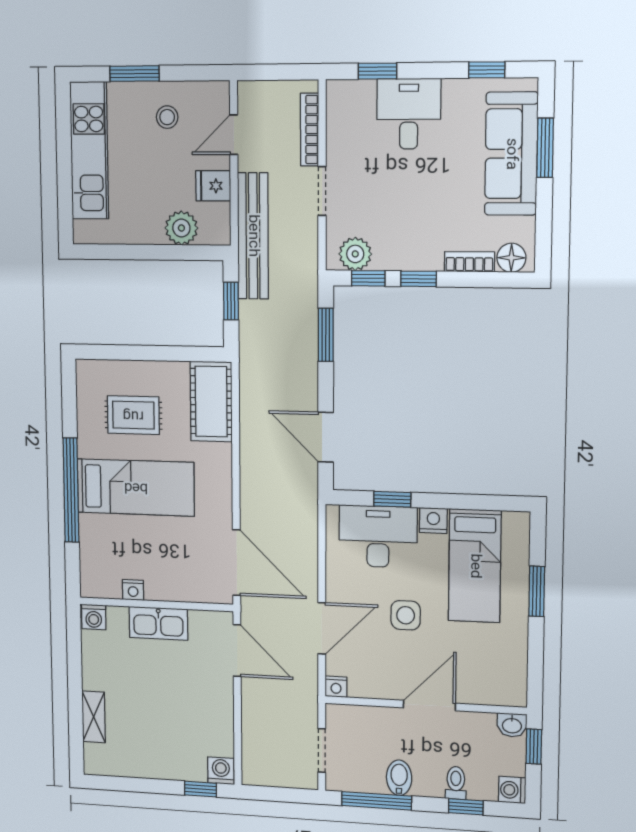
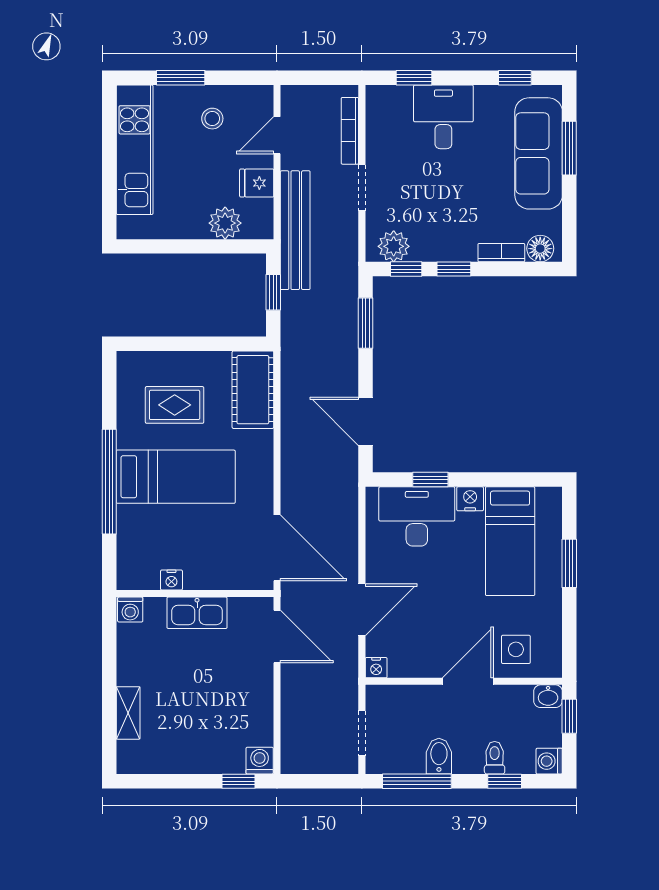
side table: (406, 615) -> (516, 649), moved

